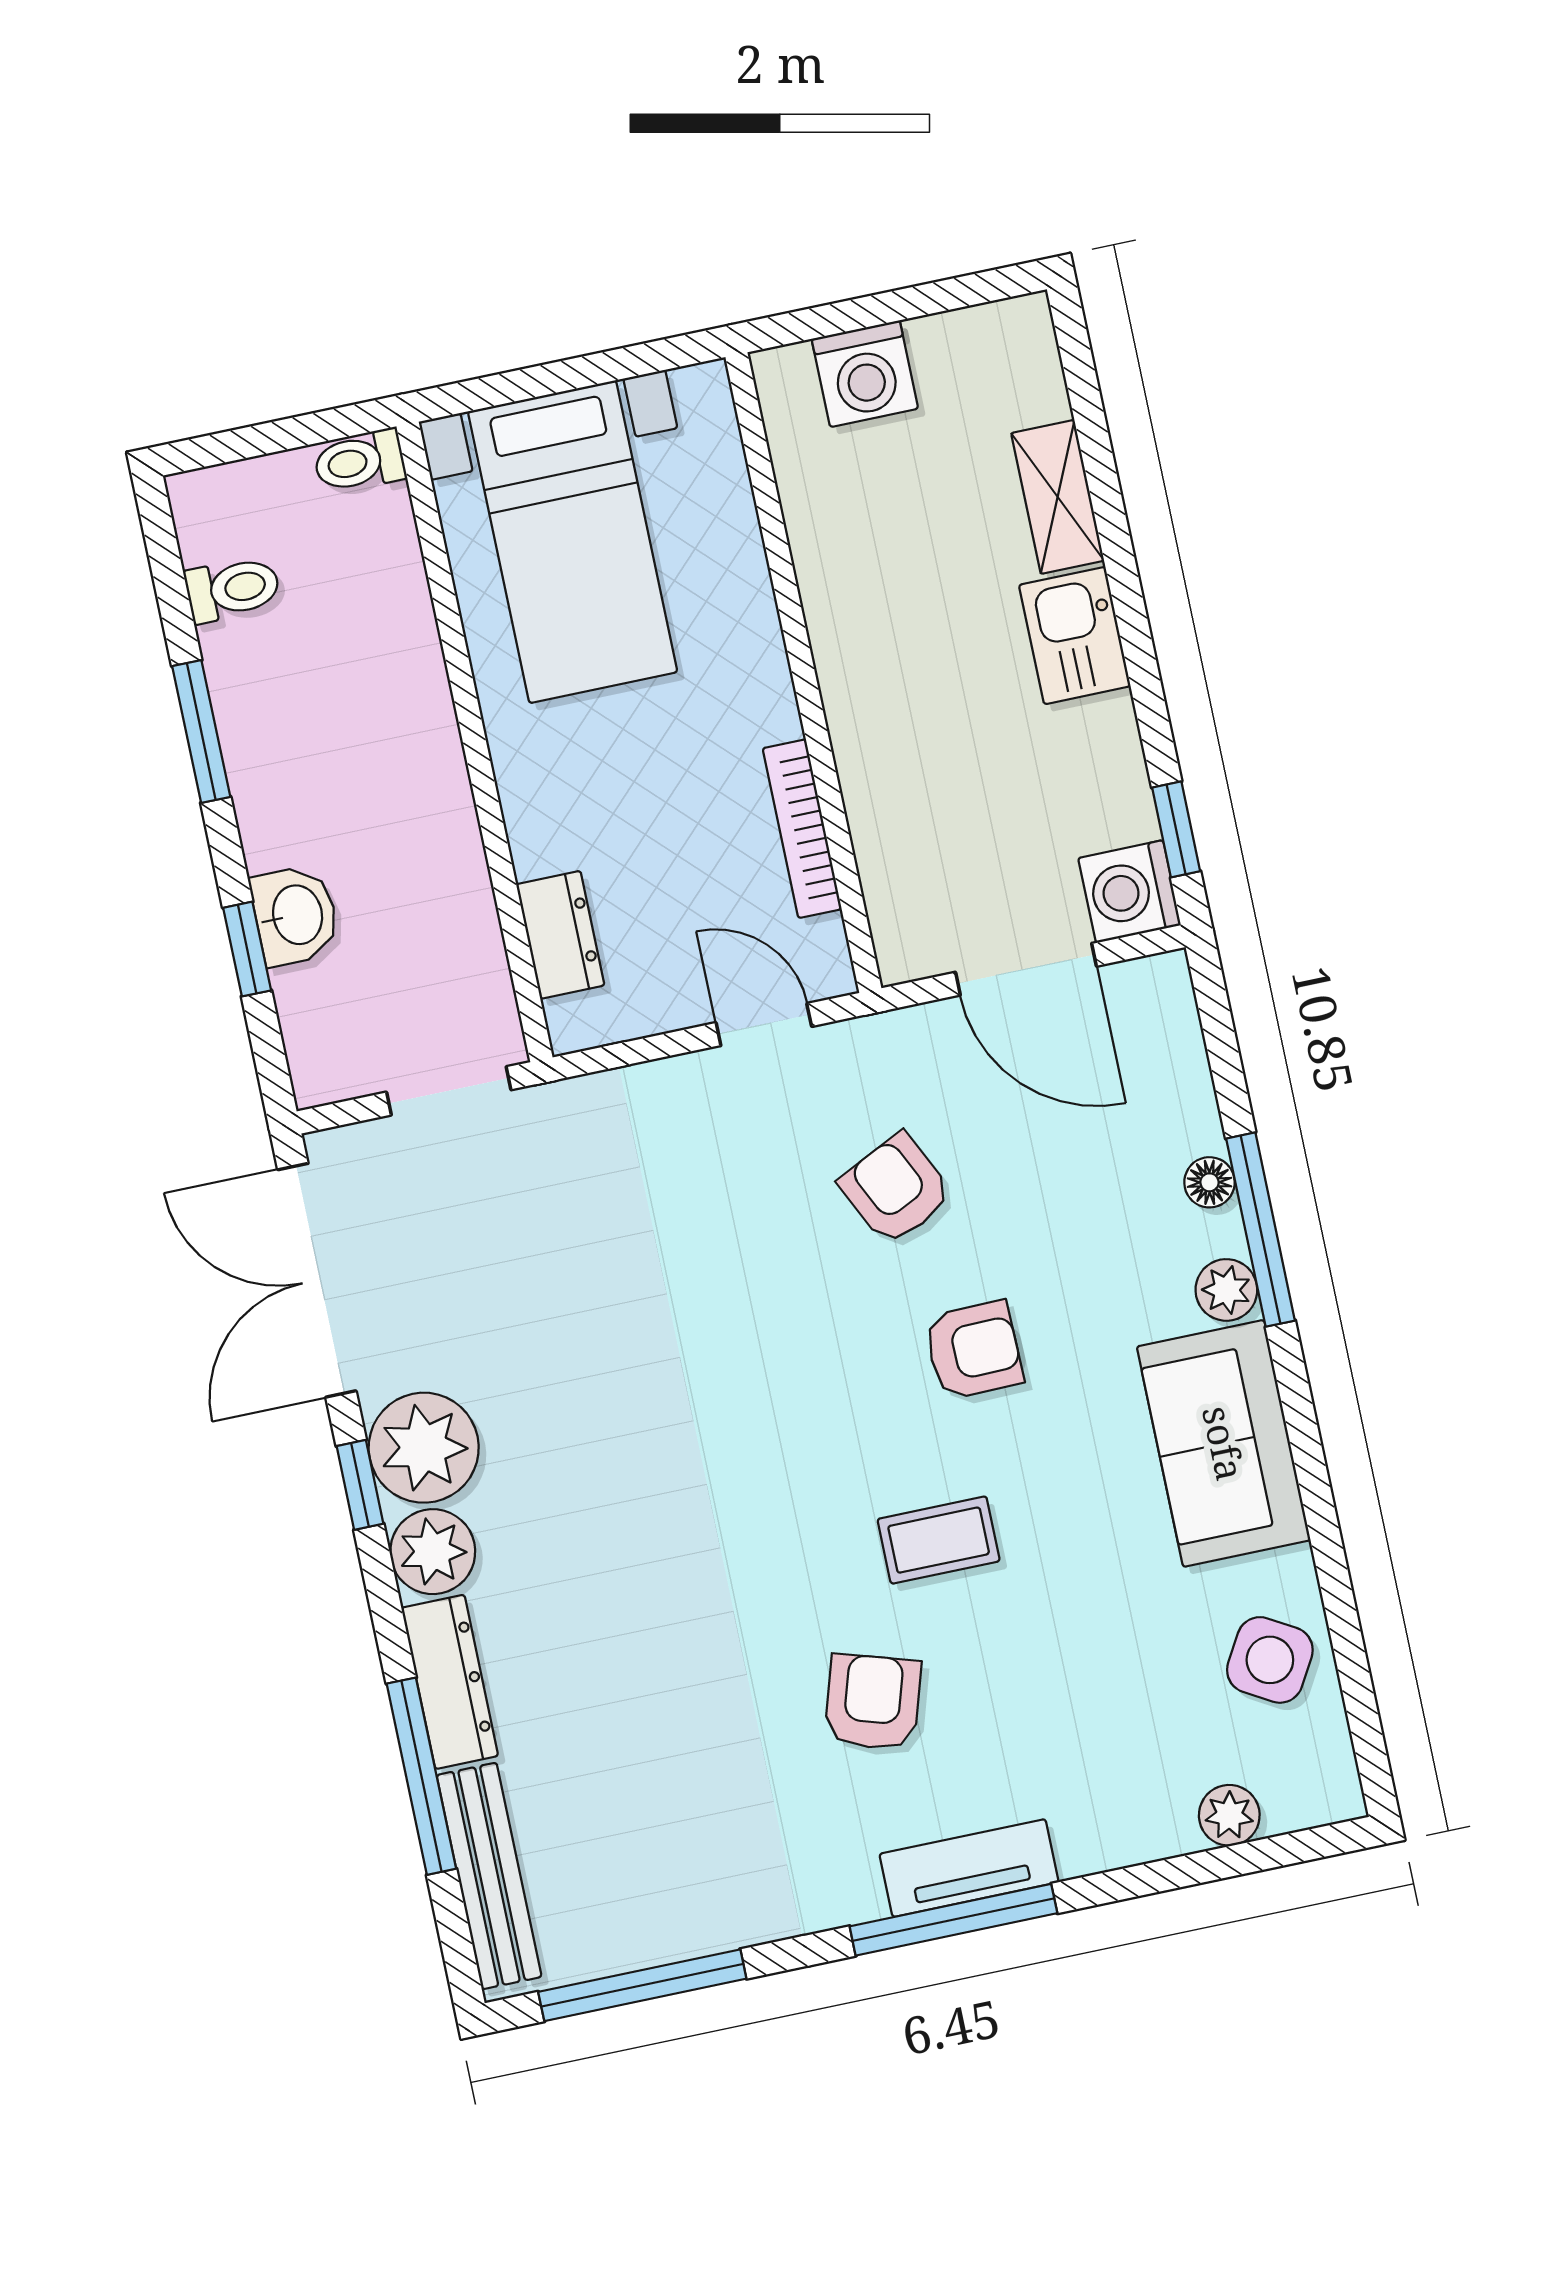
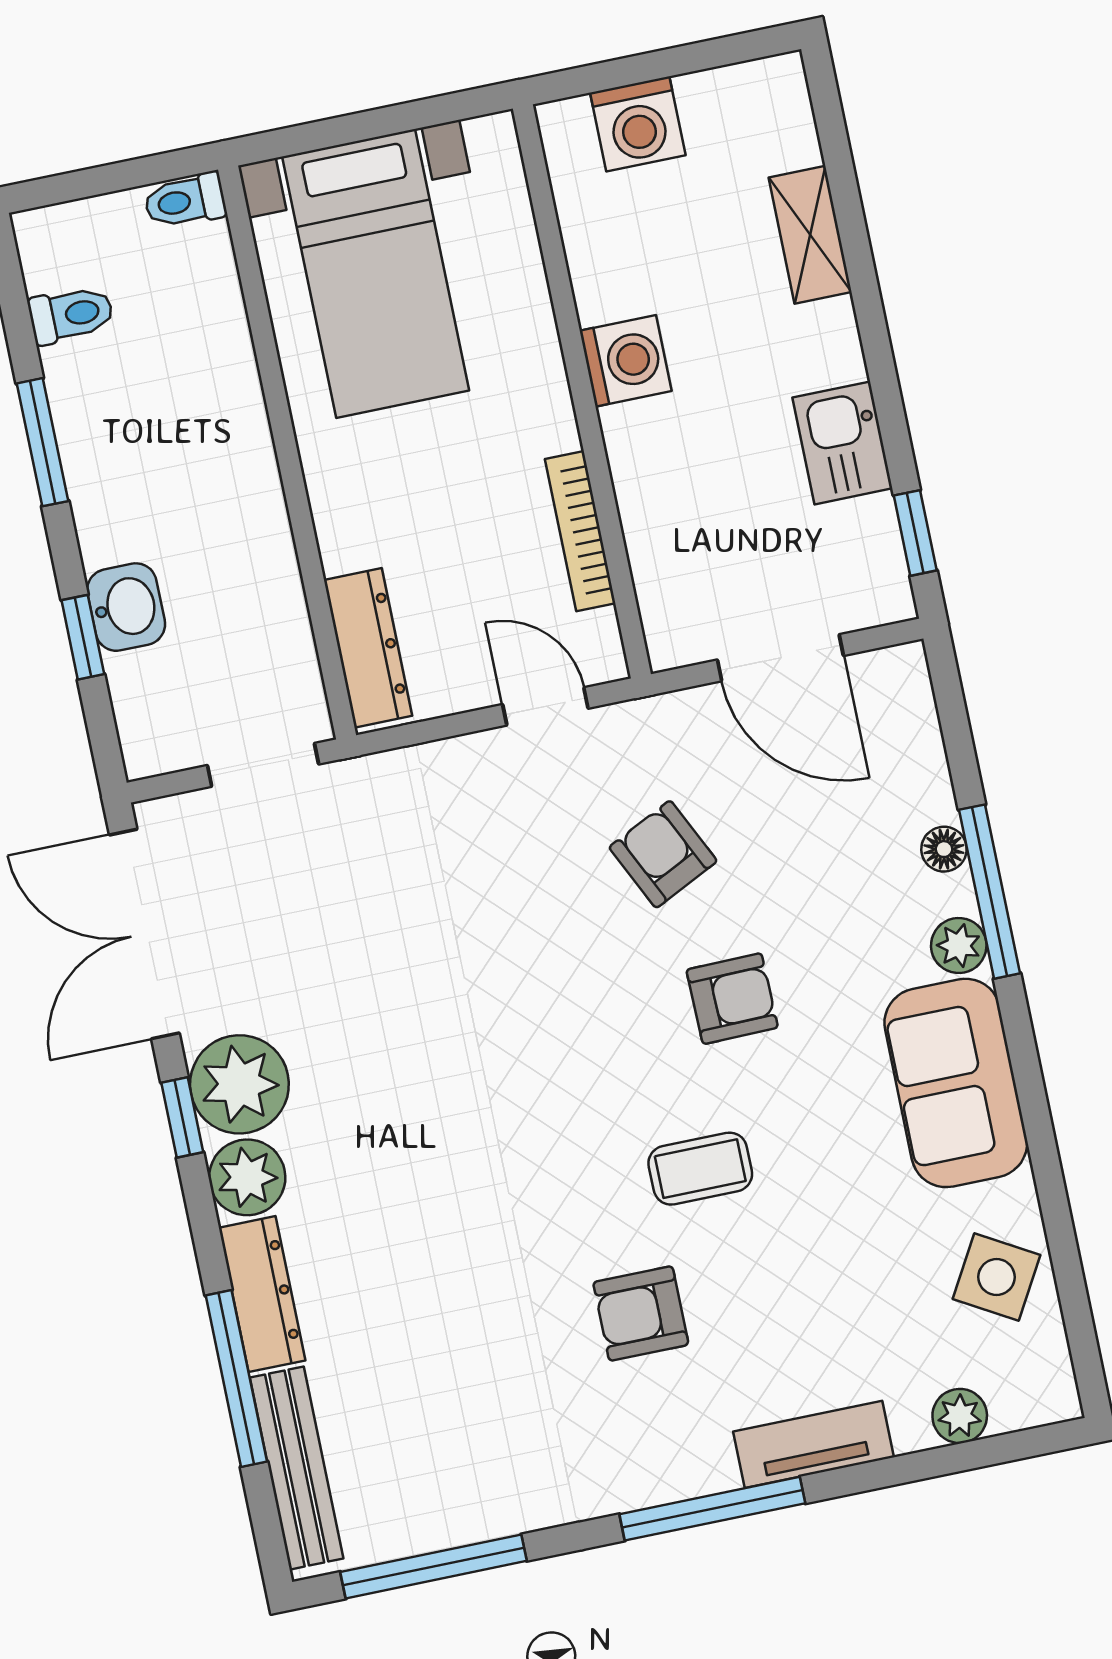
kitchen sink: (1075, 636) -> (842, 443), moved
washing machine: (1130, 892) -> (626, 361), moved, turned 180
dresser: (560, 935) -> (368, 648), width x1.44
armchair: (873, 1702) -> (641, 1313), turned -107
tv unit: (969, 1868) -> (813, 1444), moved

